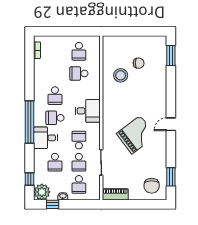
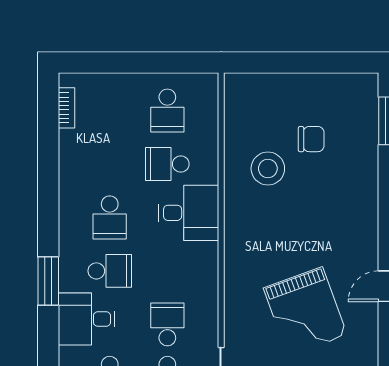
desk: (88, 111) -> (189, 213), moved
school desk: (55, 118) -> (110, 271), turned 180
window: (29, 122) -> (48, 281), width x0.47
grand piano: (136, 135) -> (305, 311), turned 107

